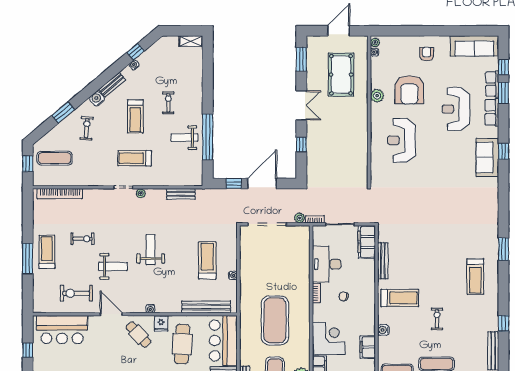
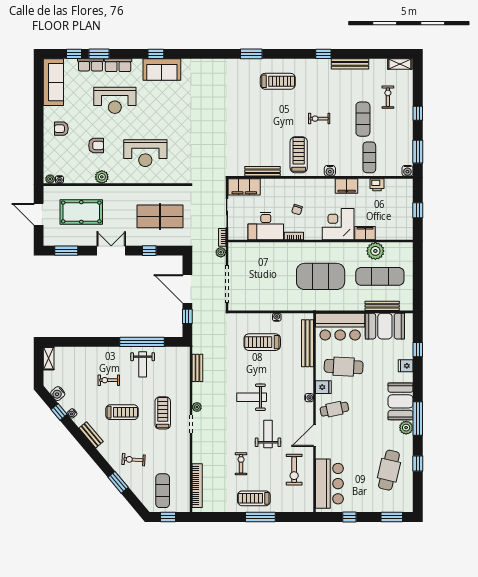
armchair: (409, 90) -> (96, 145), width x0.53, depth x0.53
water cooler: (97, 99) -> (58, 394), moved
table tennis table: (336, 156) -> (160, 216), added
treadmill: (135, 158) -> (163, 413), turned 180
cafe table: (138, 335) -> (334, 409), turned 31

